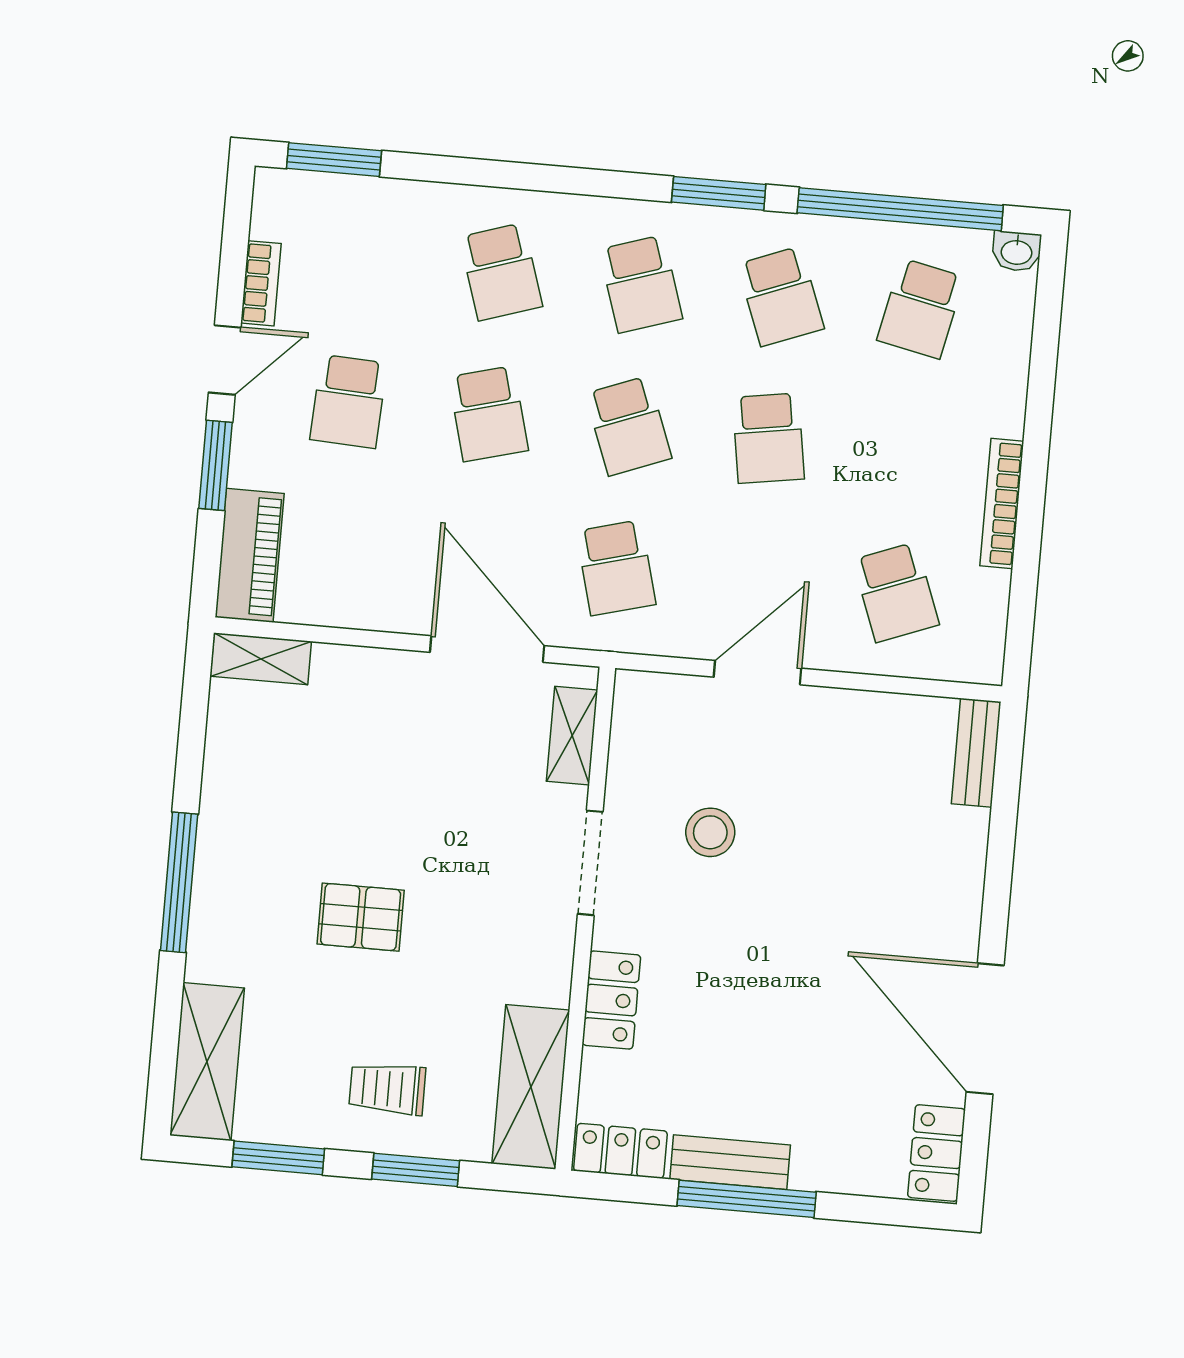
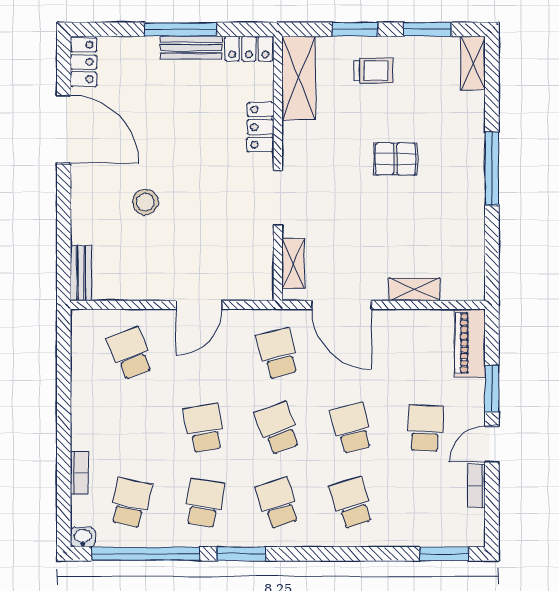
school desk: (781, 296) -> (204, 503), turned 30
bookcase: (1002, 504) -> (79, 473), moved, width x0.64
shelving: (261, 659) -> (414, 289), moved
stool: (710, 832) -> (145, 202), moved
shelving: (207, 1062) -> (473, 63), width x0.67, depth x0.75

